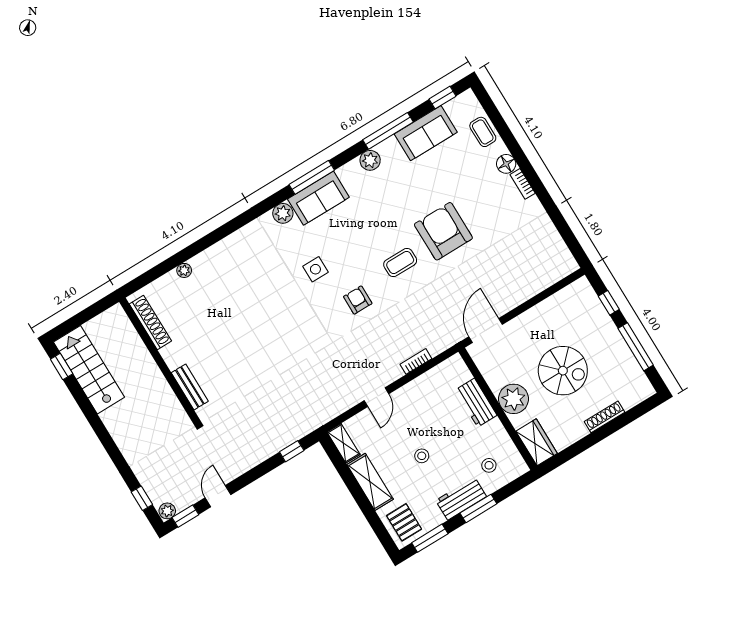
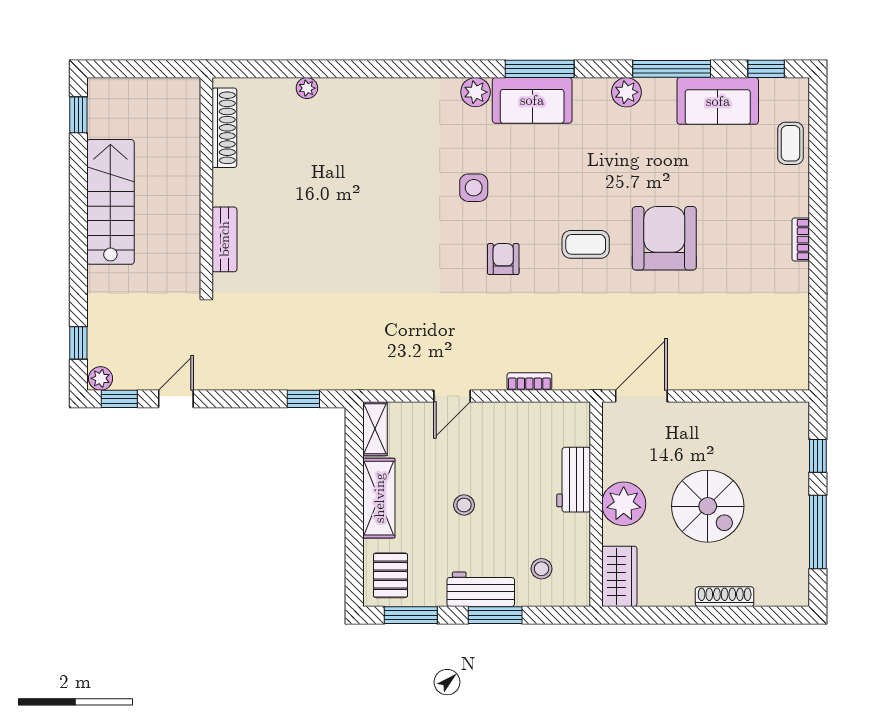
floor lamp: (506, 164) -> (795, 202), removed
stairs: (89, 370) -> (110, 202), moved

